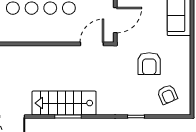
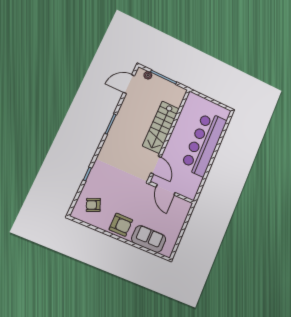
armchair: (149, 64) -> (121, 225), moved, turned 180
stairs: (64, 103) -> (161, 127), moved, turned 180

